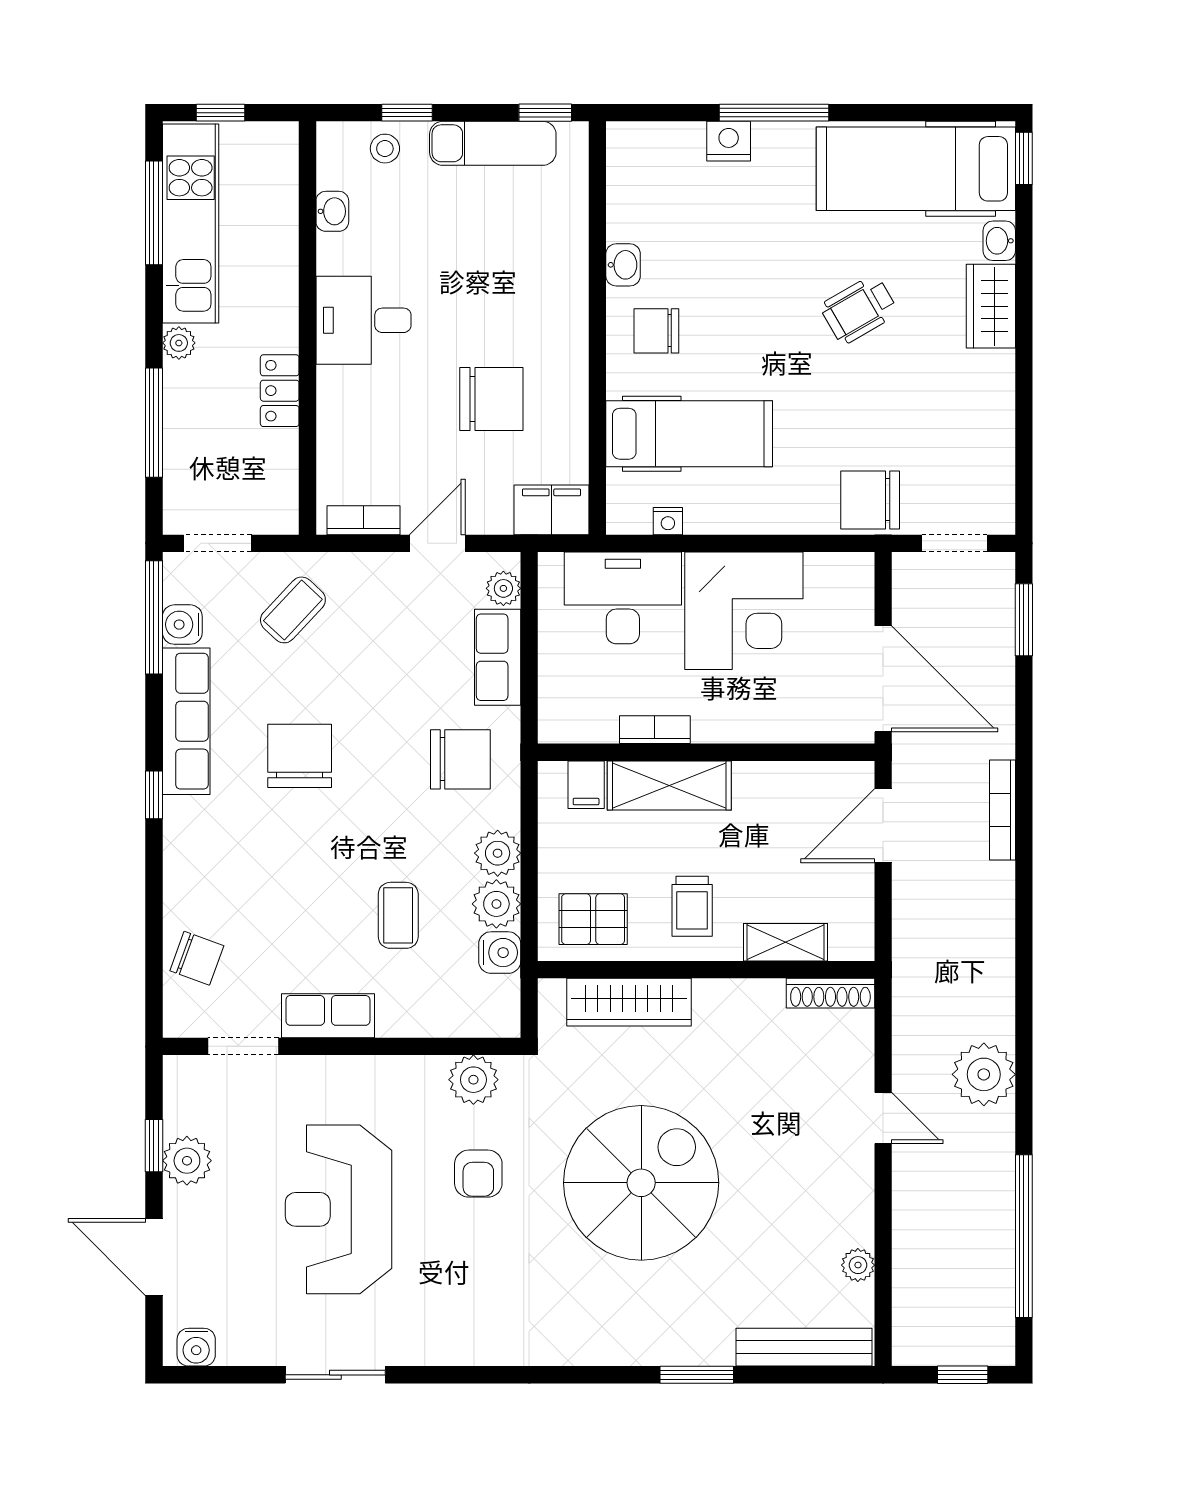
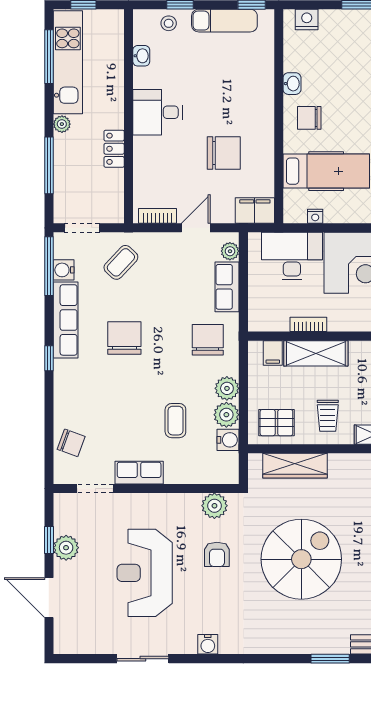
nightstand: (729, 141) -> (307, 19), moved
chair: (460, 759) -> (208, 340), turned -90
water cooler: (196, 1347) -> (208, 644), moved

